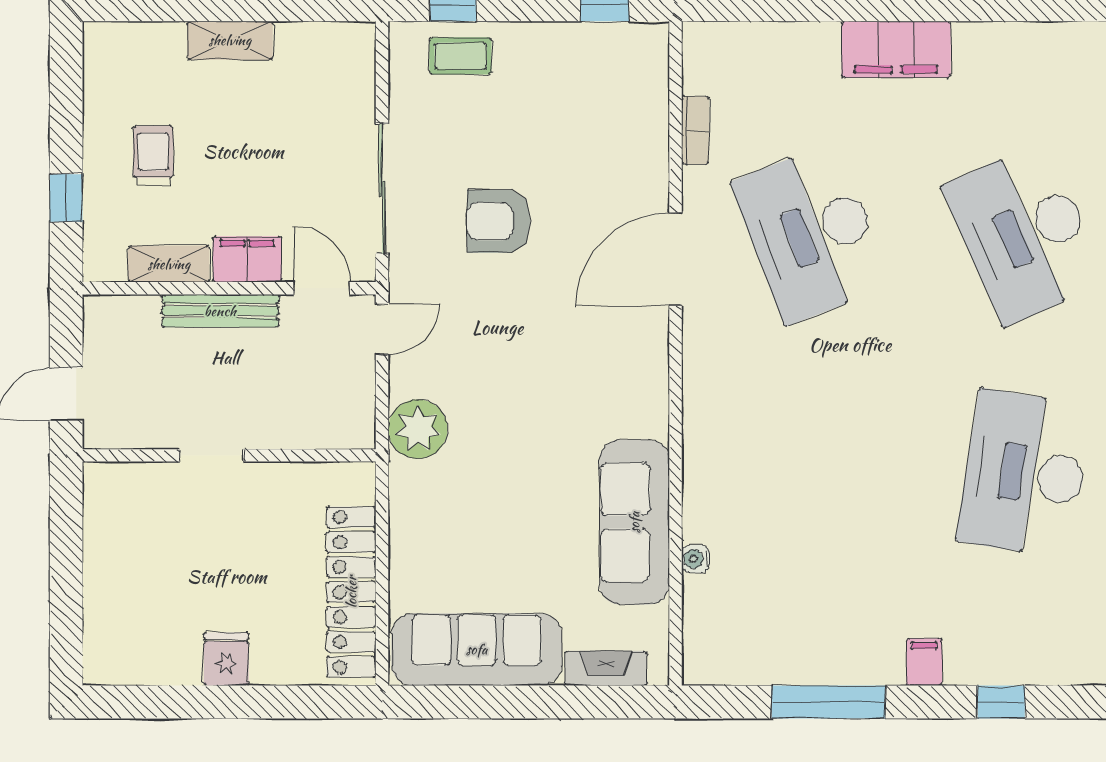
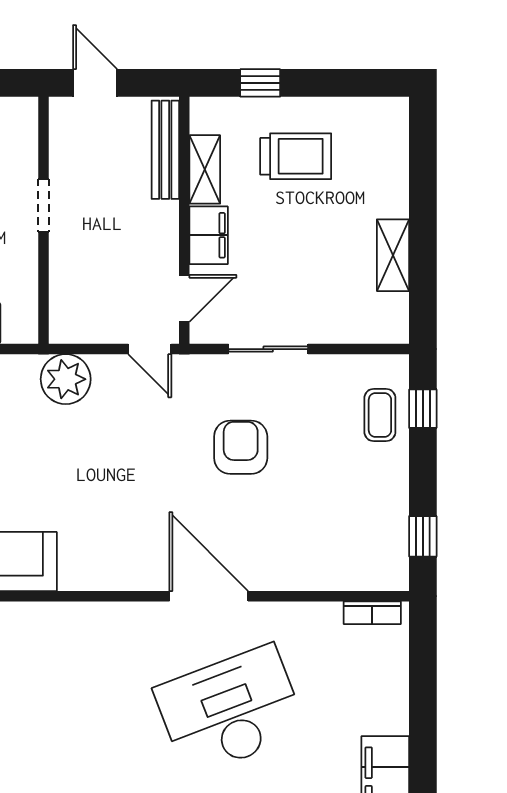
shelving: (230, 40) -> (393, 255), moved
bookcase: (695, 130) -> (372, 613), moved
trolley: (153, 156) -> (296, 156), width x1.36, depth x1.39
sliding door: (382, 189) -> (268, 349), width x0.73
bench: (220, 311) -> (165, 150), moved

